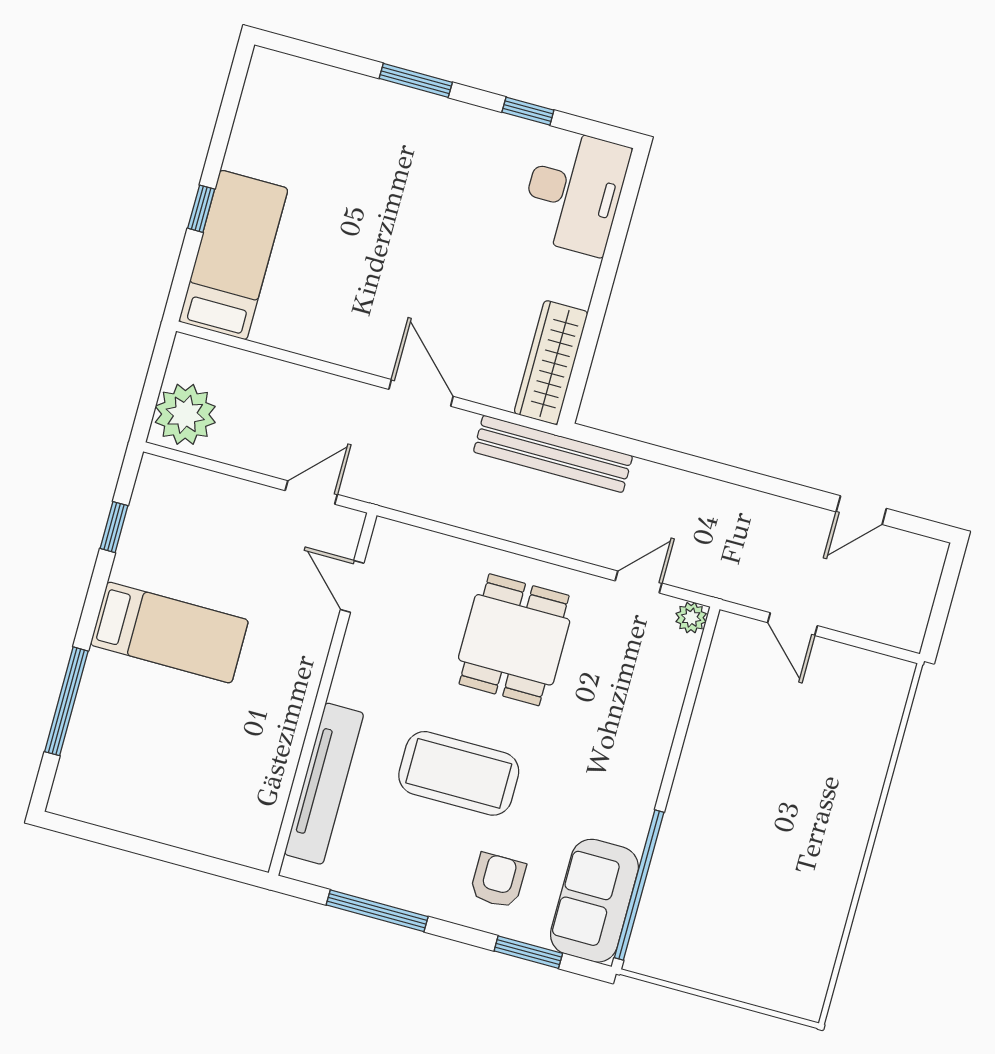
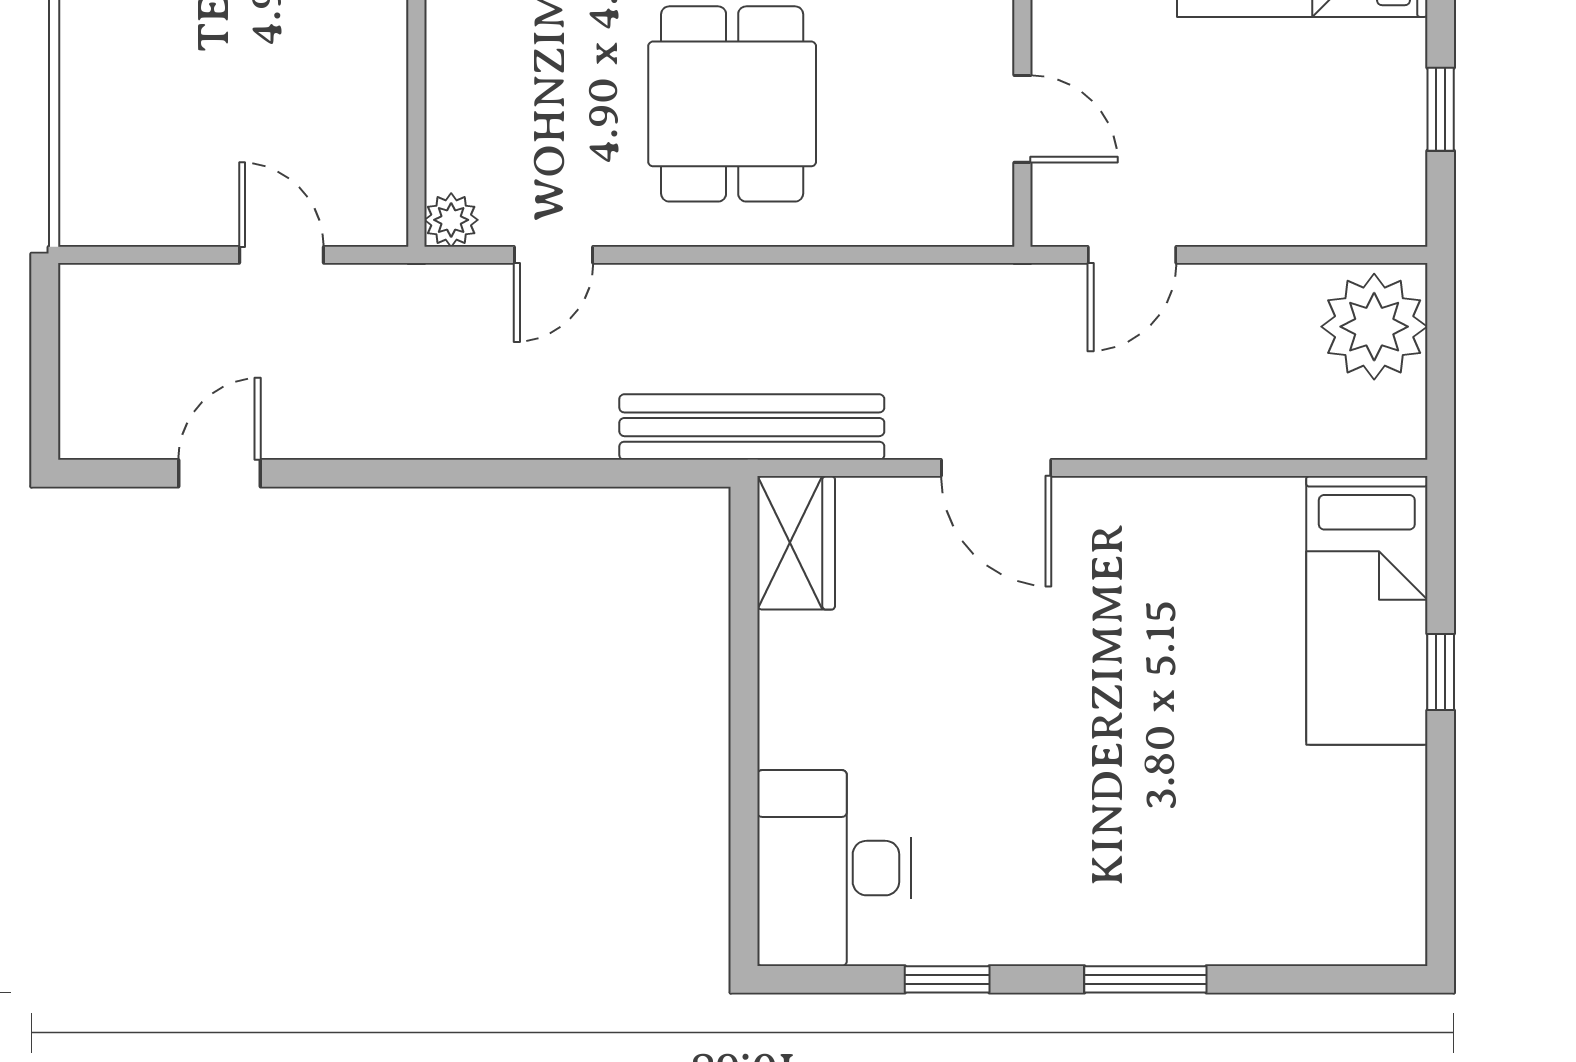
wardrobe: (551, 363) -> (796, 543), width x0.67

